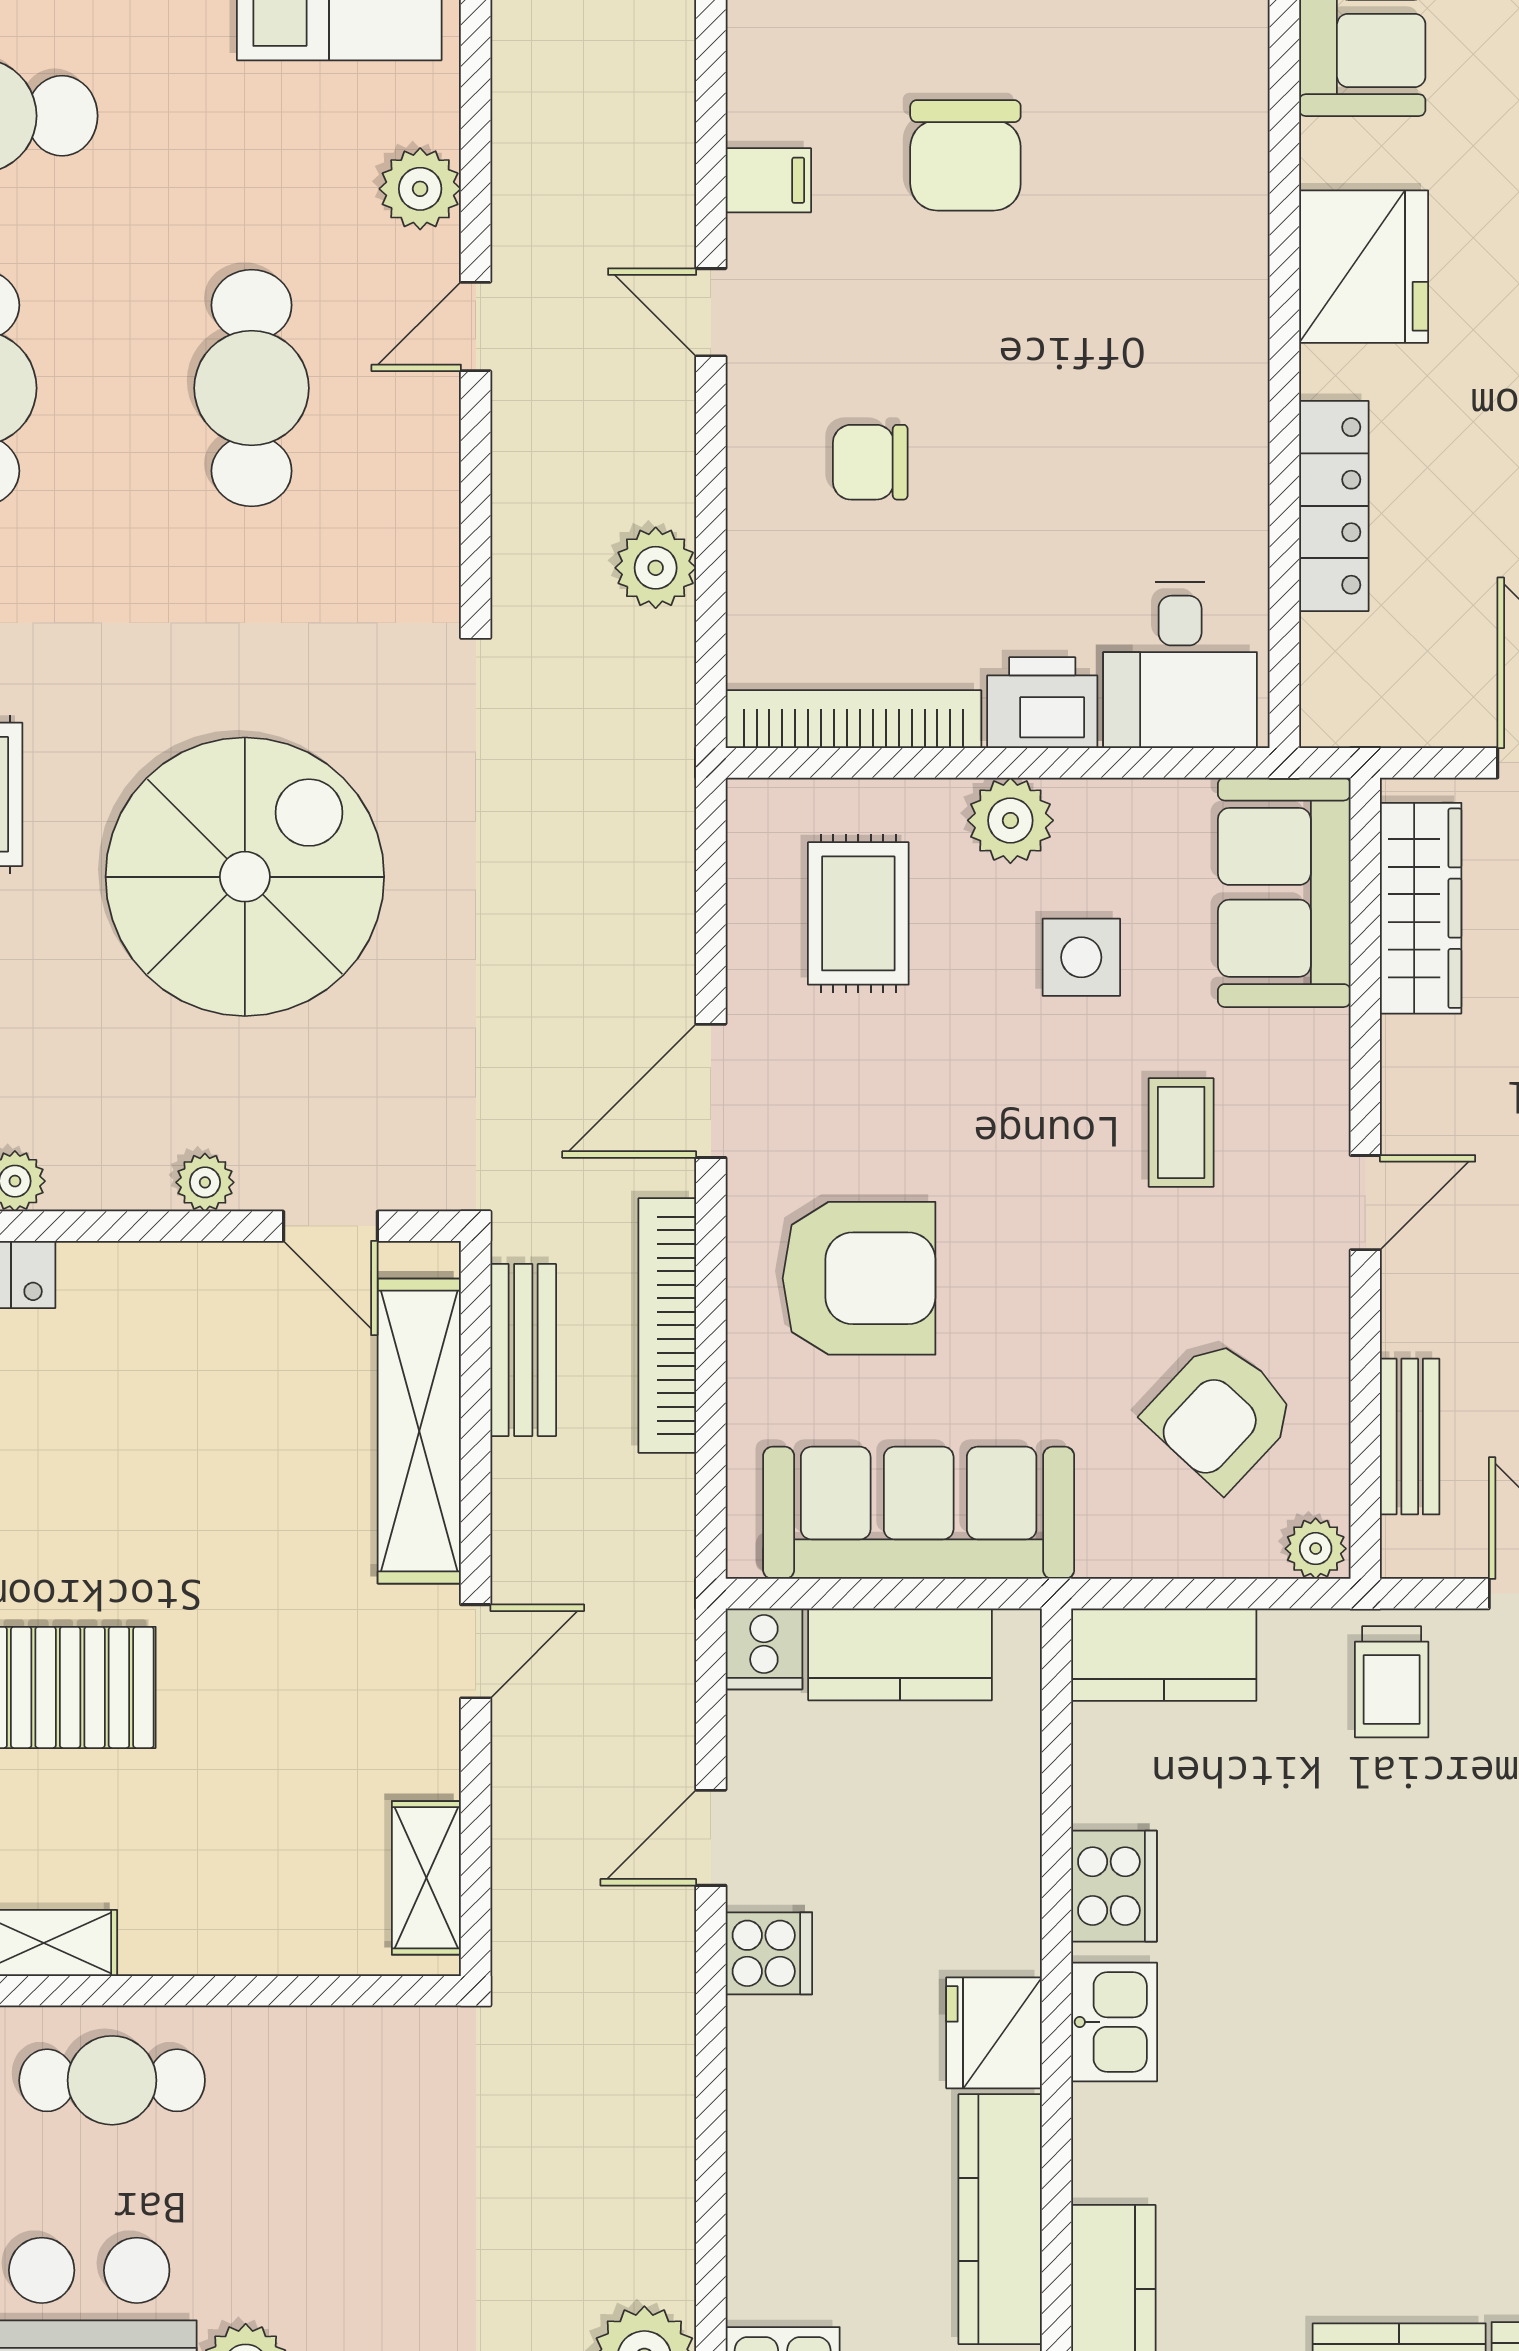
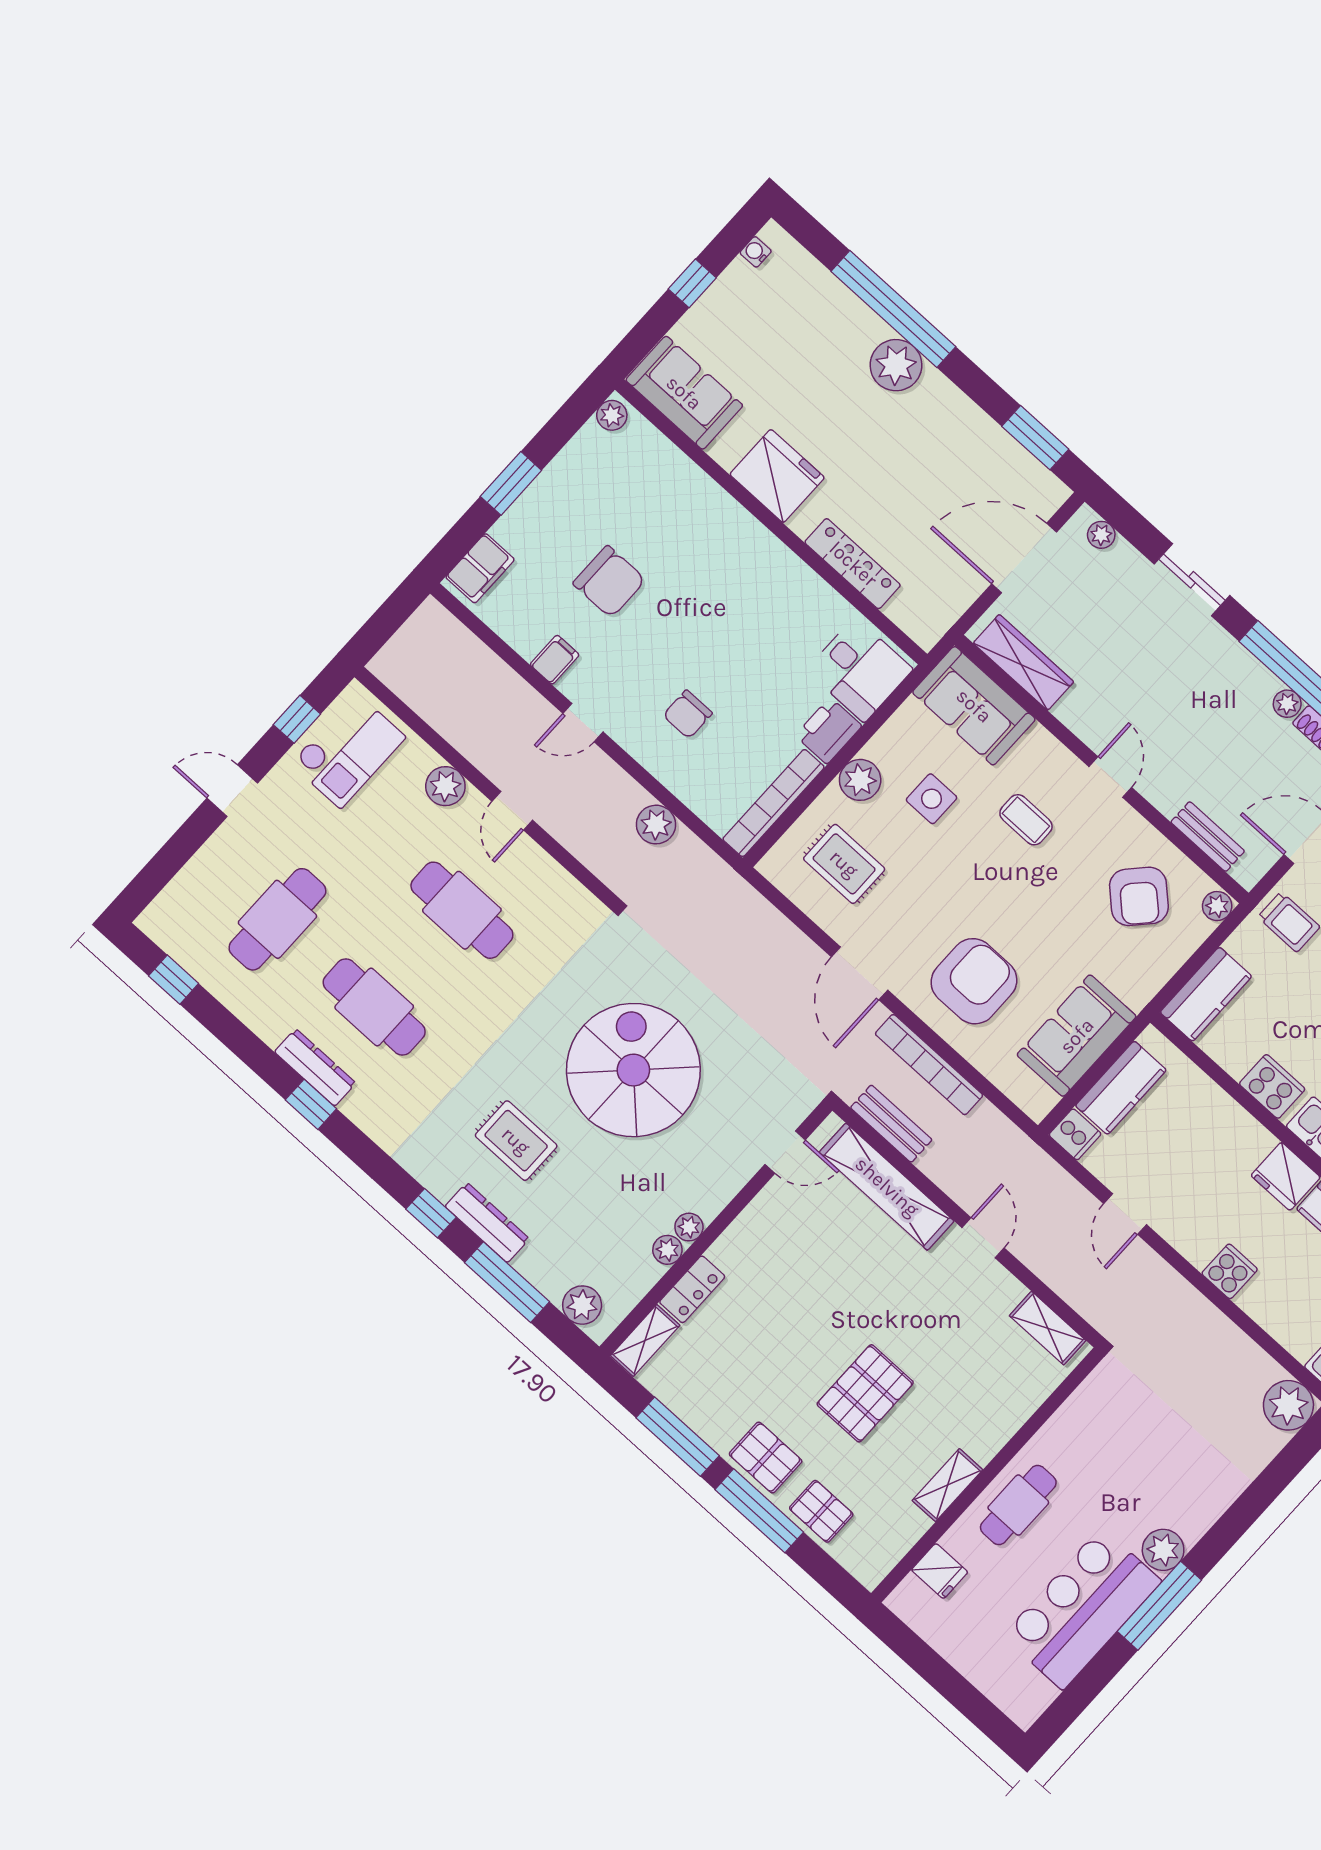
plant: (205, 1182) -> (689, 1227), moved
sofa: (919, 1513) -> (1077, 1036), width x0.73
cooker: (769, 1953) -> (1230, 1271), moved

